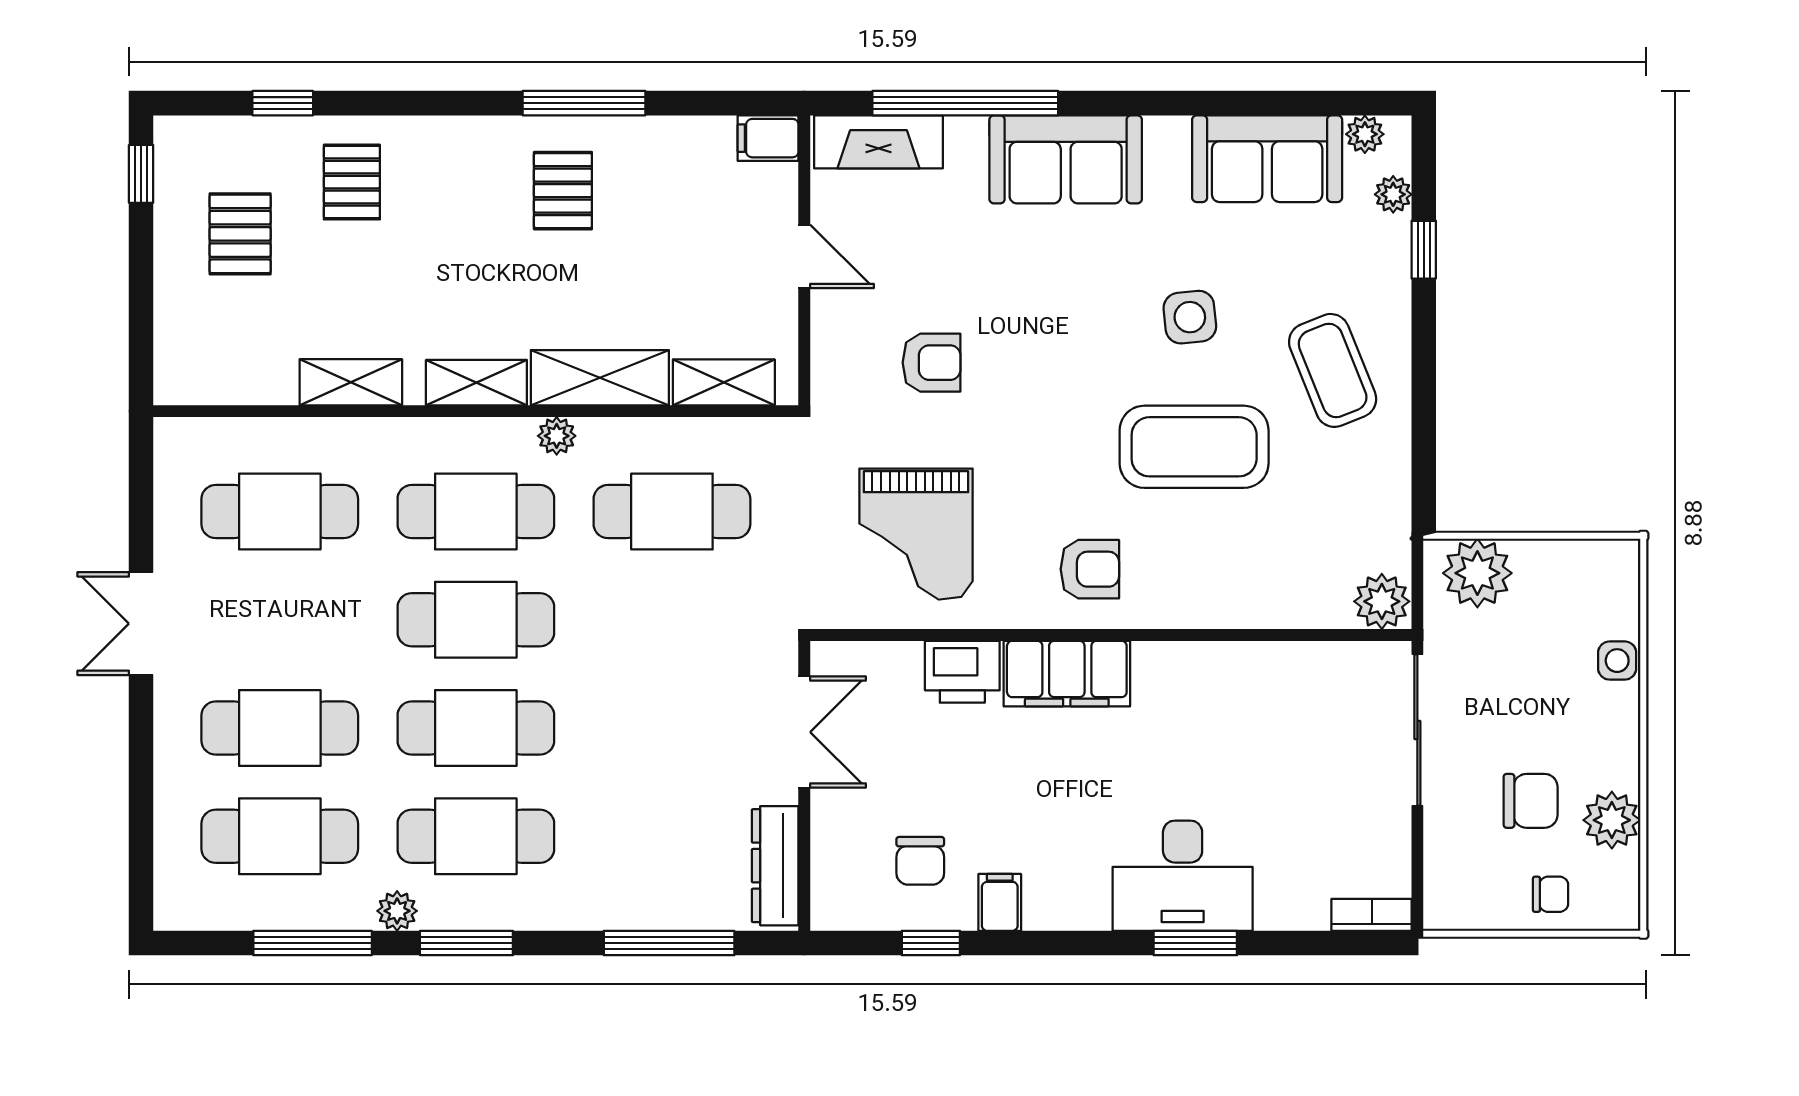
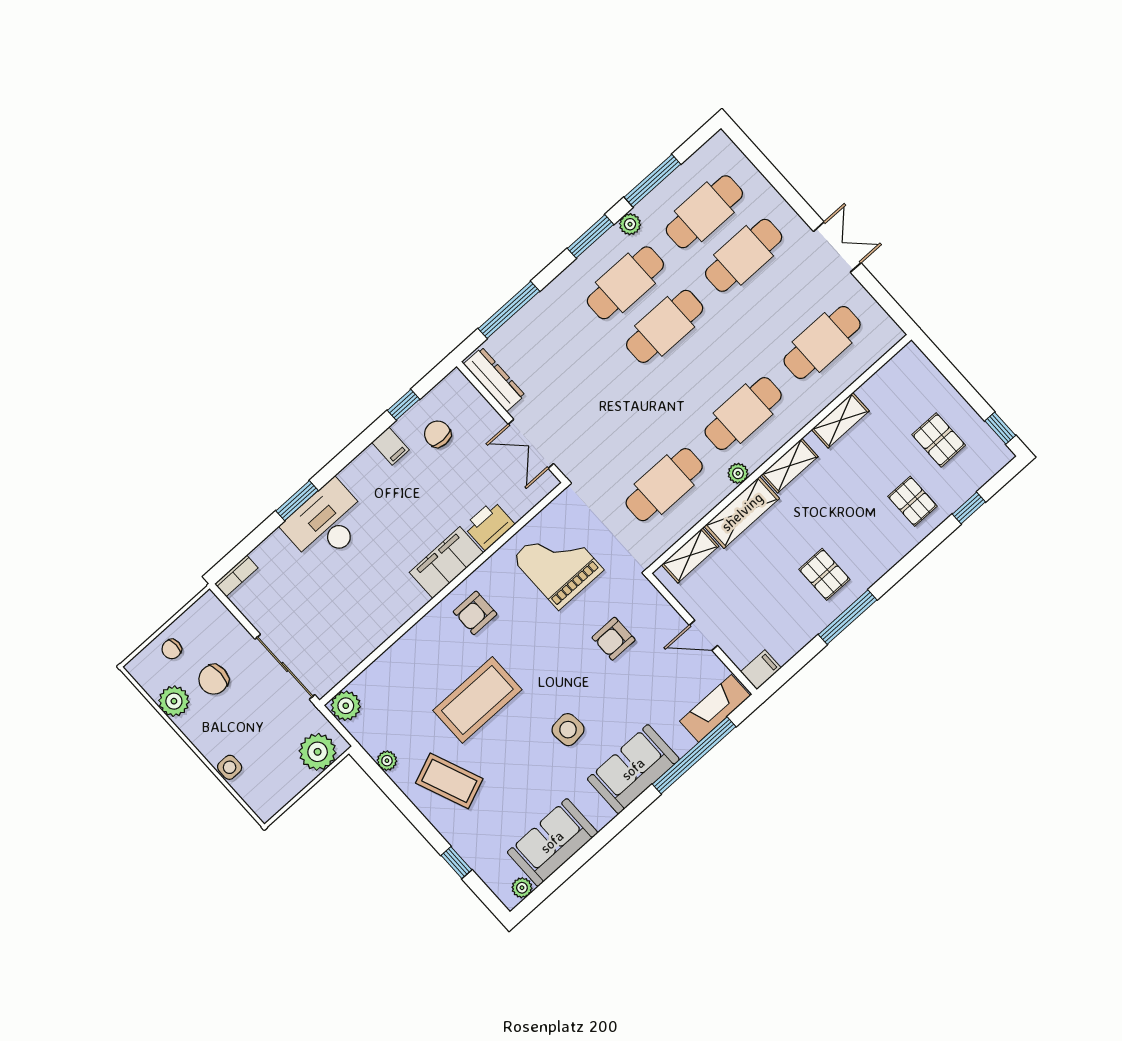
plant: (1393, 194) -> (387, 761), moved
side table: (1190, 317) -> (568, 730), moved
cafe table: (476, 620) -> (704, 370), removed

